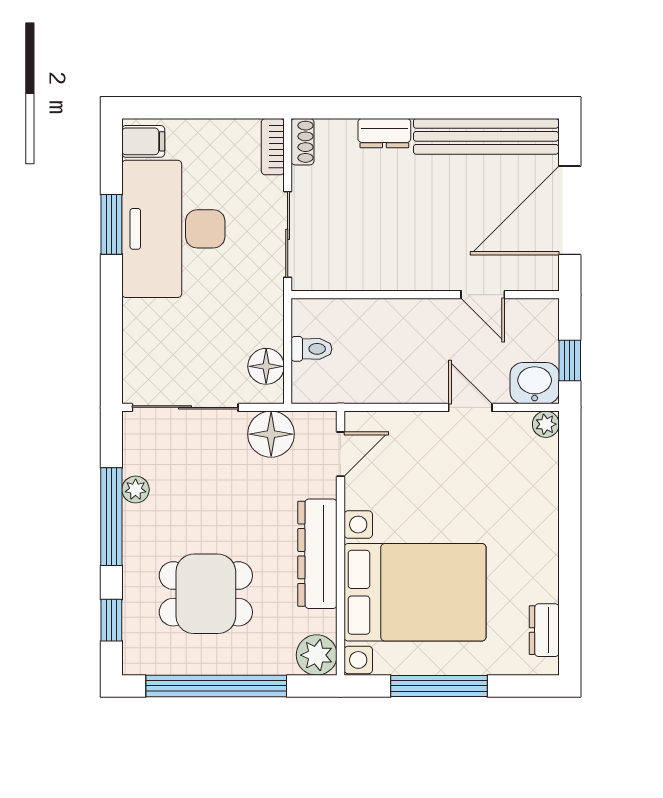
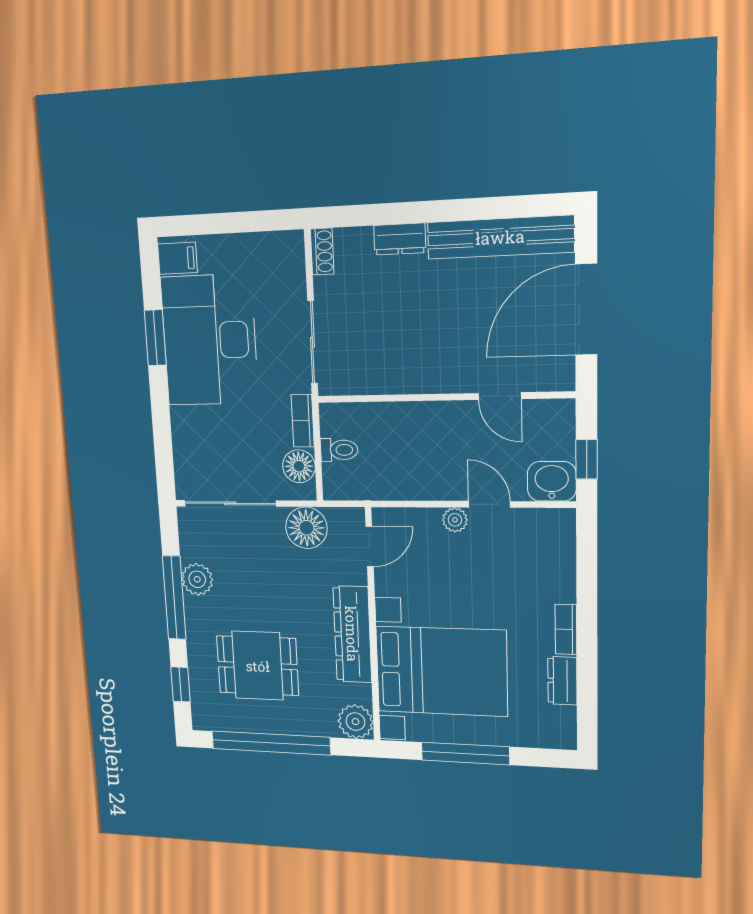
bookcase: (273, 147) -> (303, 421), moved
plant: (546, 424) -> (455, 520), moved
plant: (136, 490) -> (197, 579), width x1.38, depth x1.38
bookcase: (548, 541) -> (566, 629), added
dresser: (544, 630) -> (562, 681), moved

